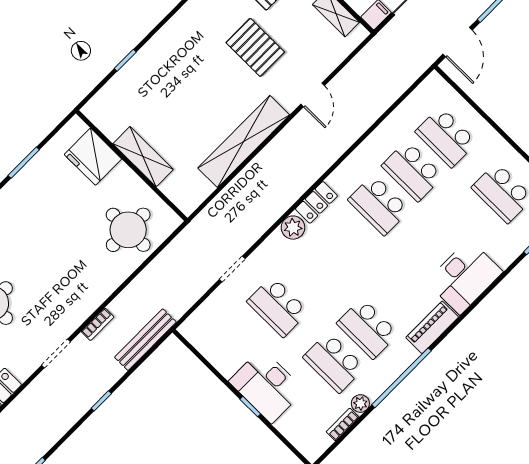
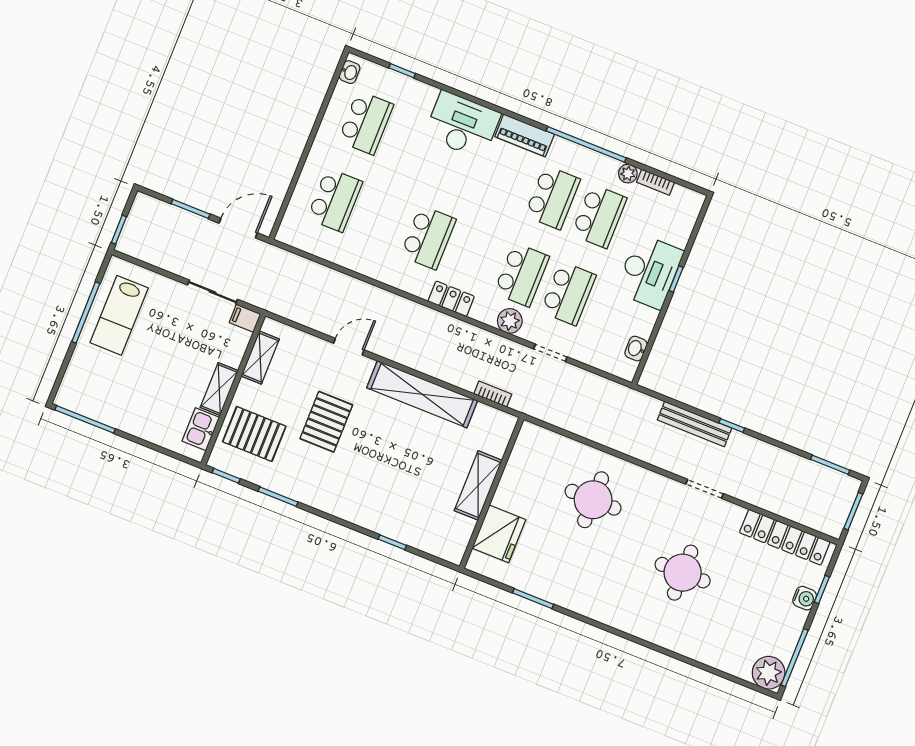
school desk: (412, 171) -> (521, 275), moved
plant: (293, 228) -> (510, 321), moved
round table: (128, 230) -> (593, 500), moved
bookcase: (98, 324) -> (493, 394), moved
bench: (145, 340) -> (695, 424), moved
washbasin: (204, 346) -> (636, 349), added

